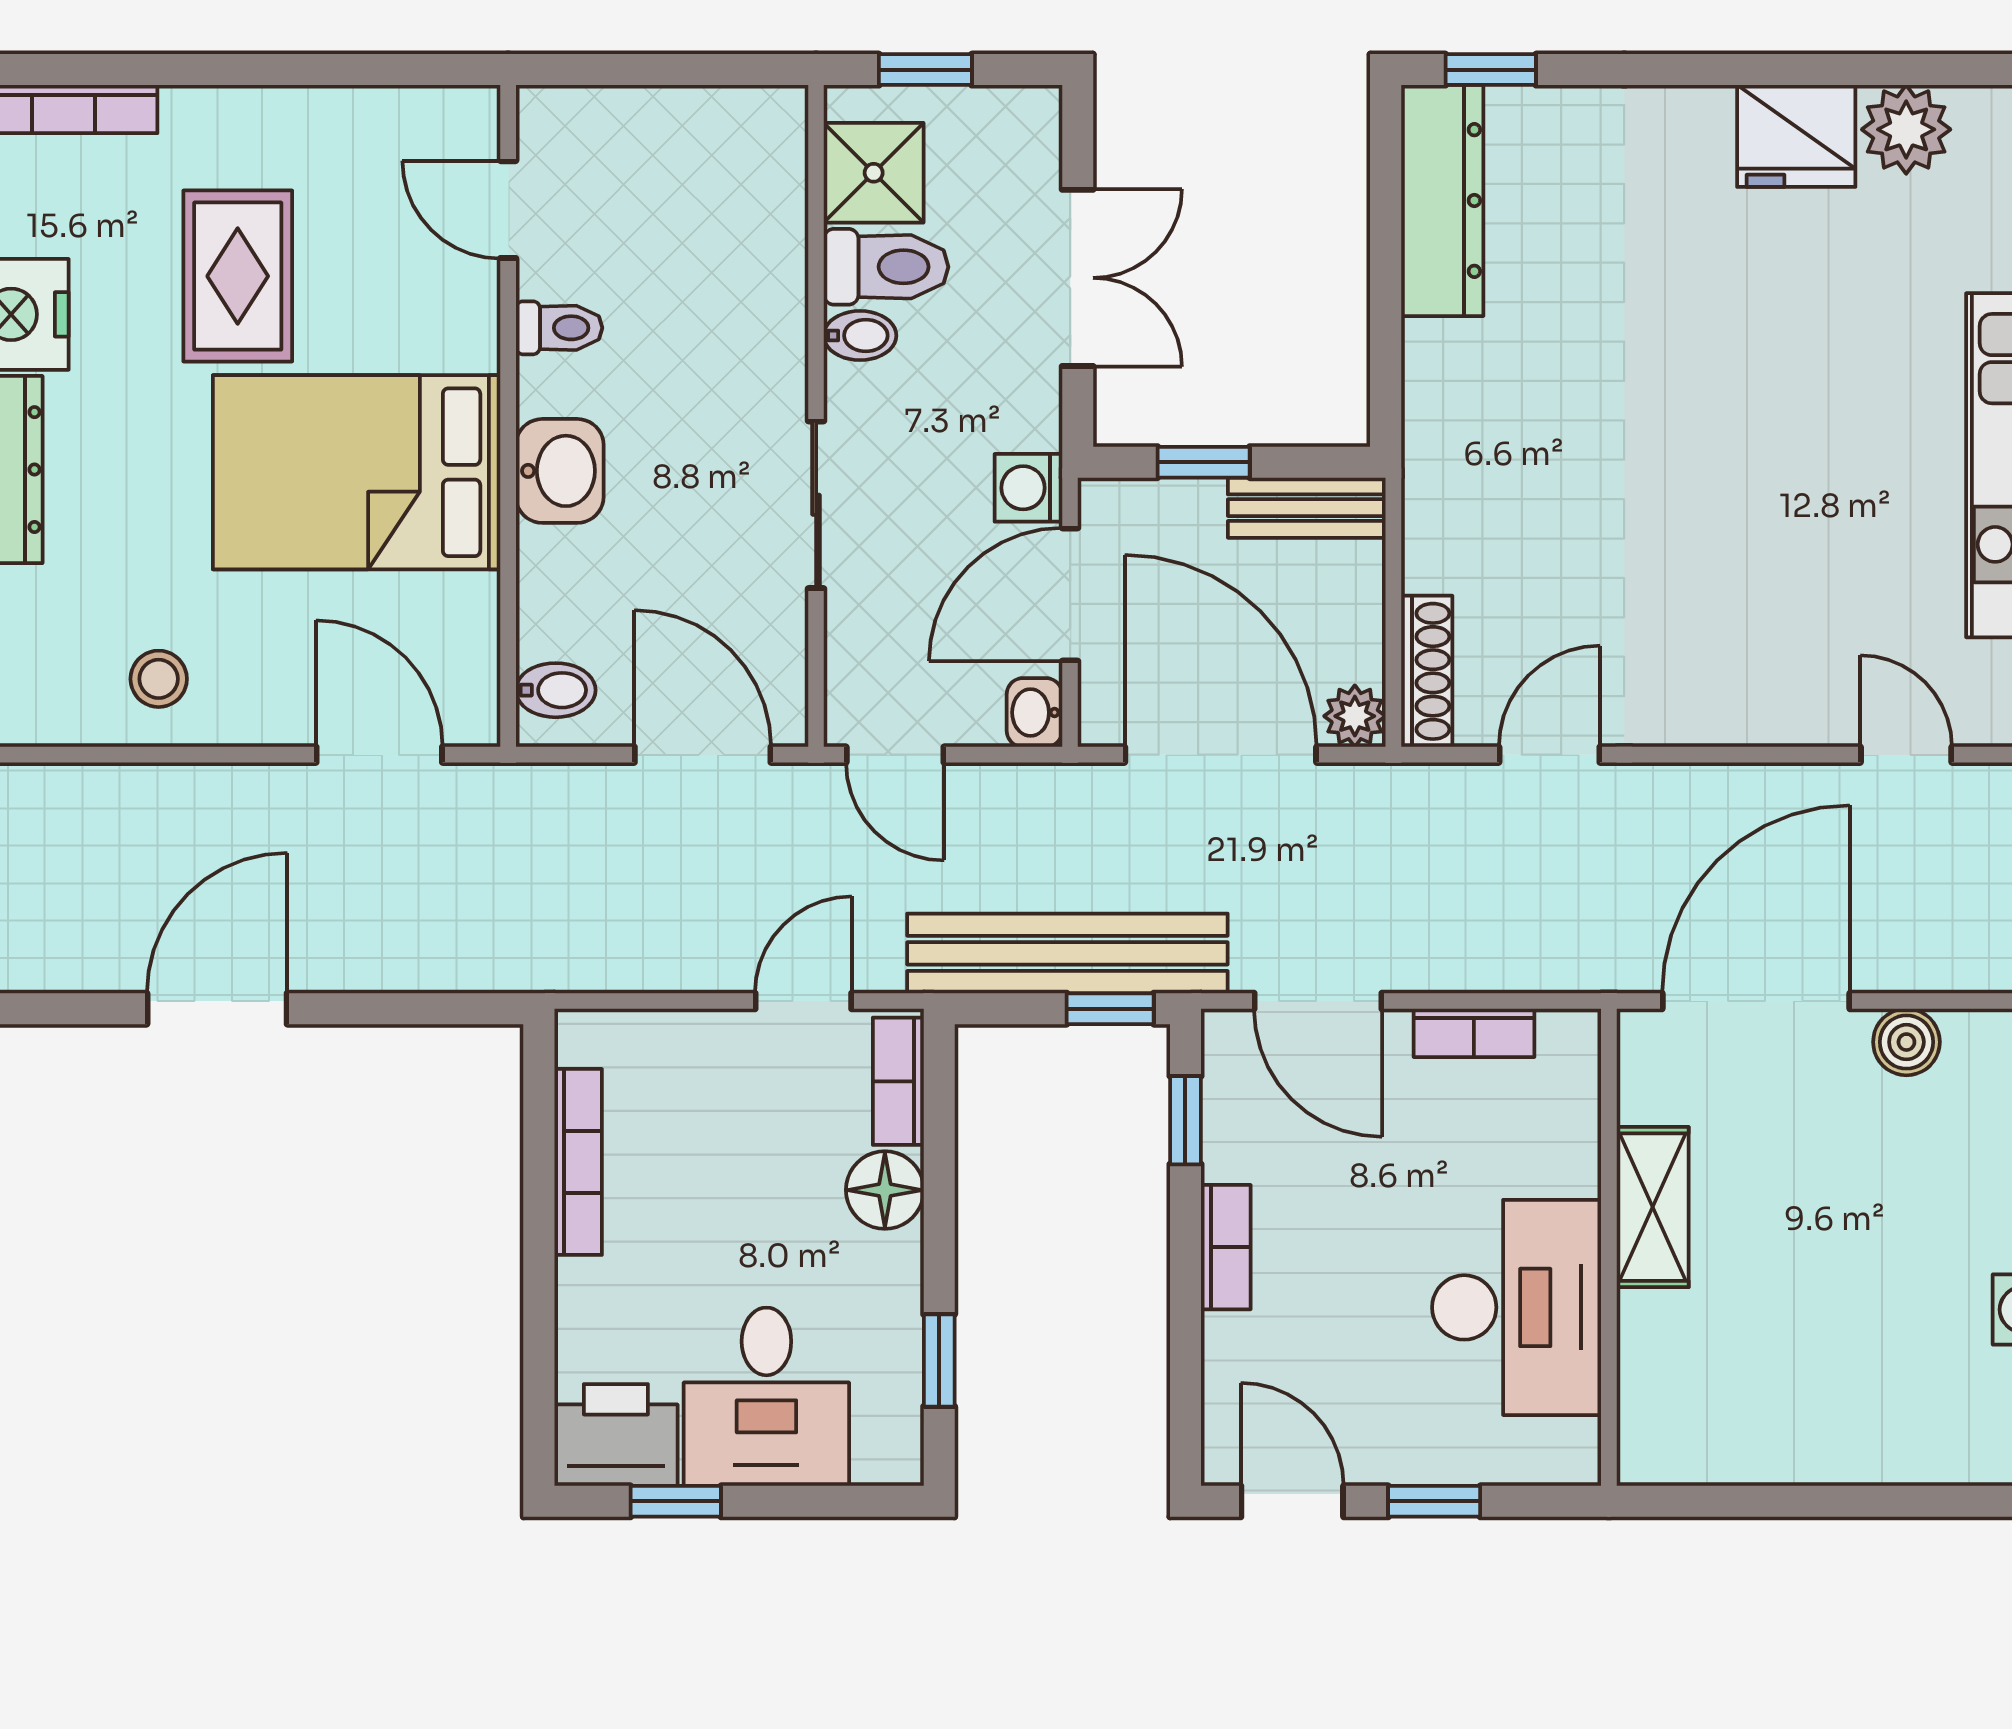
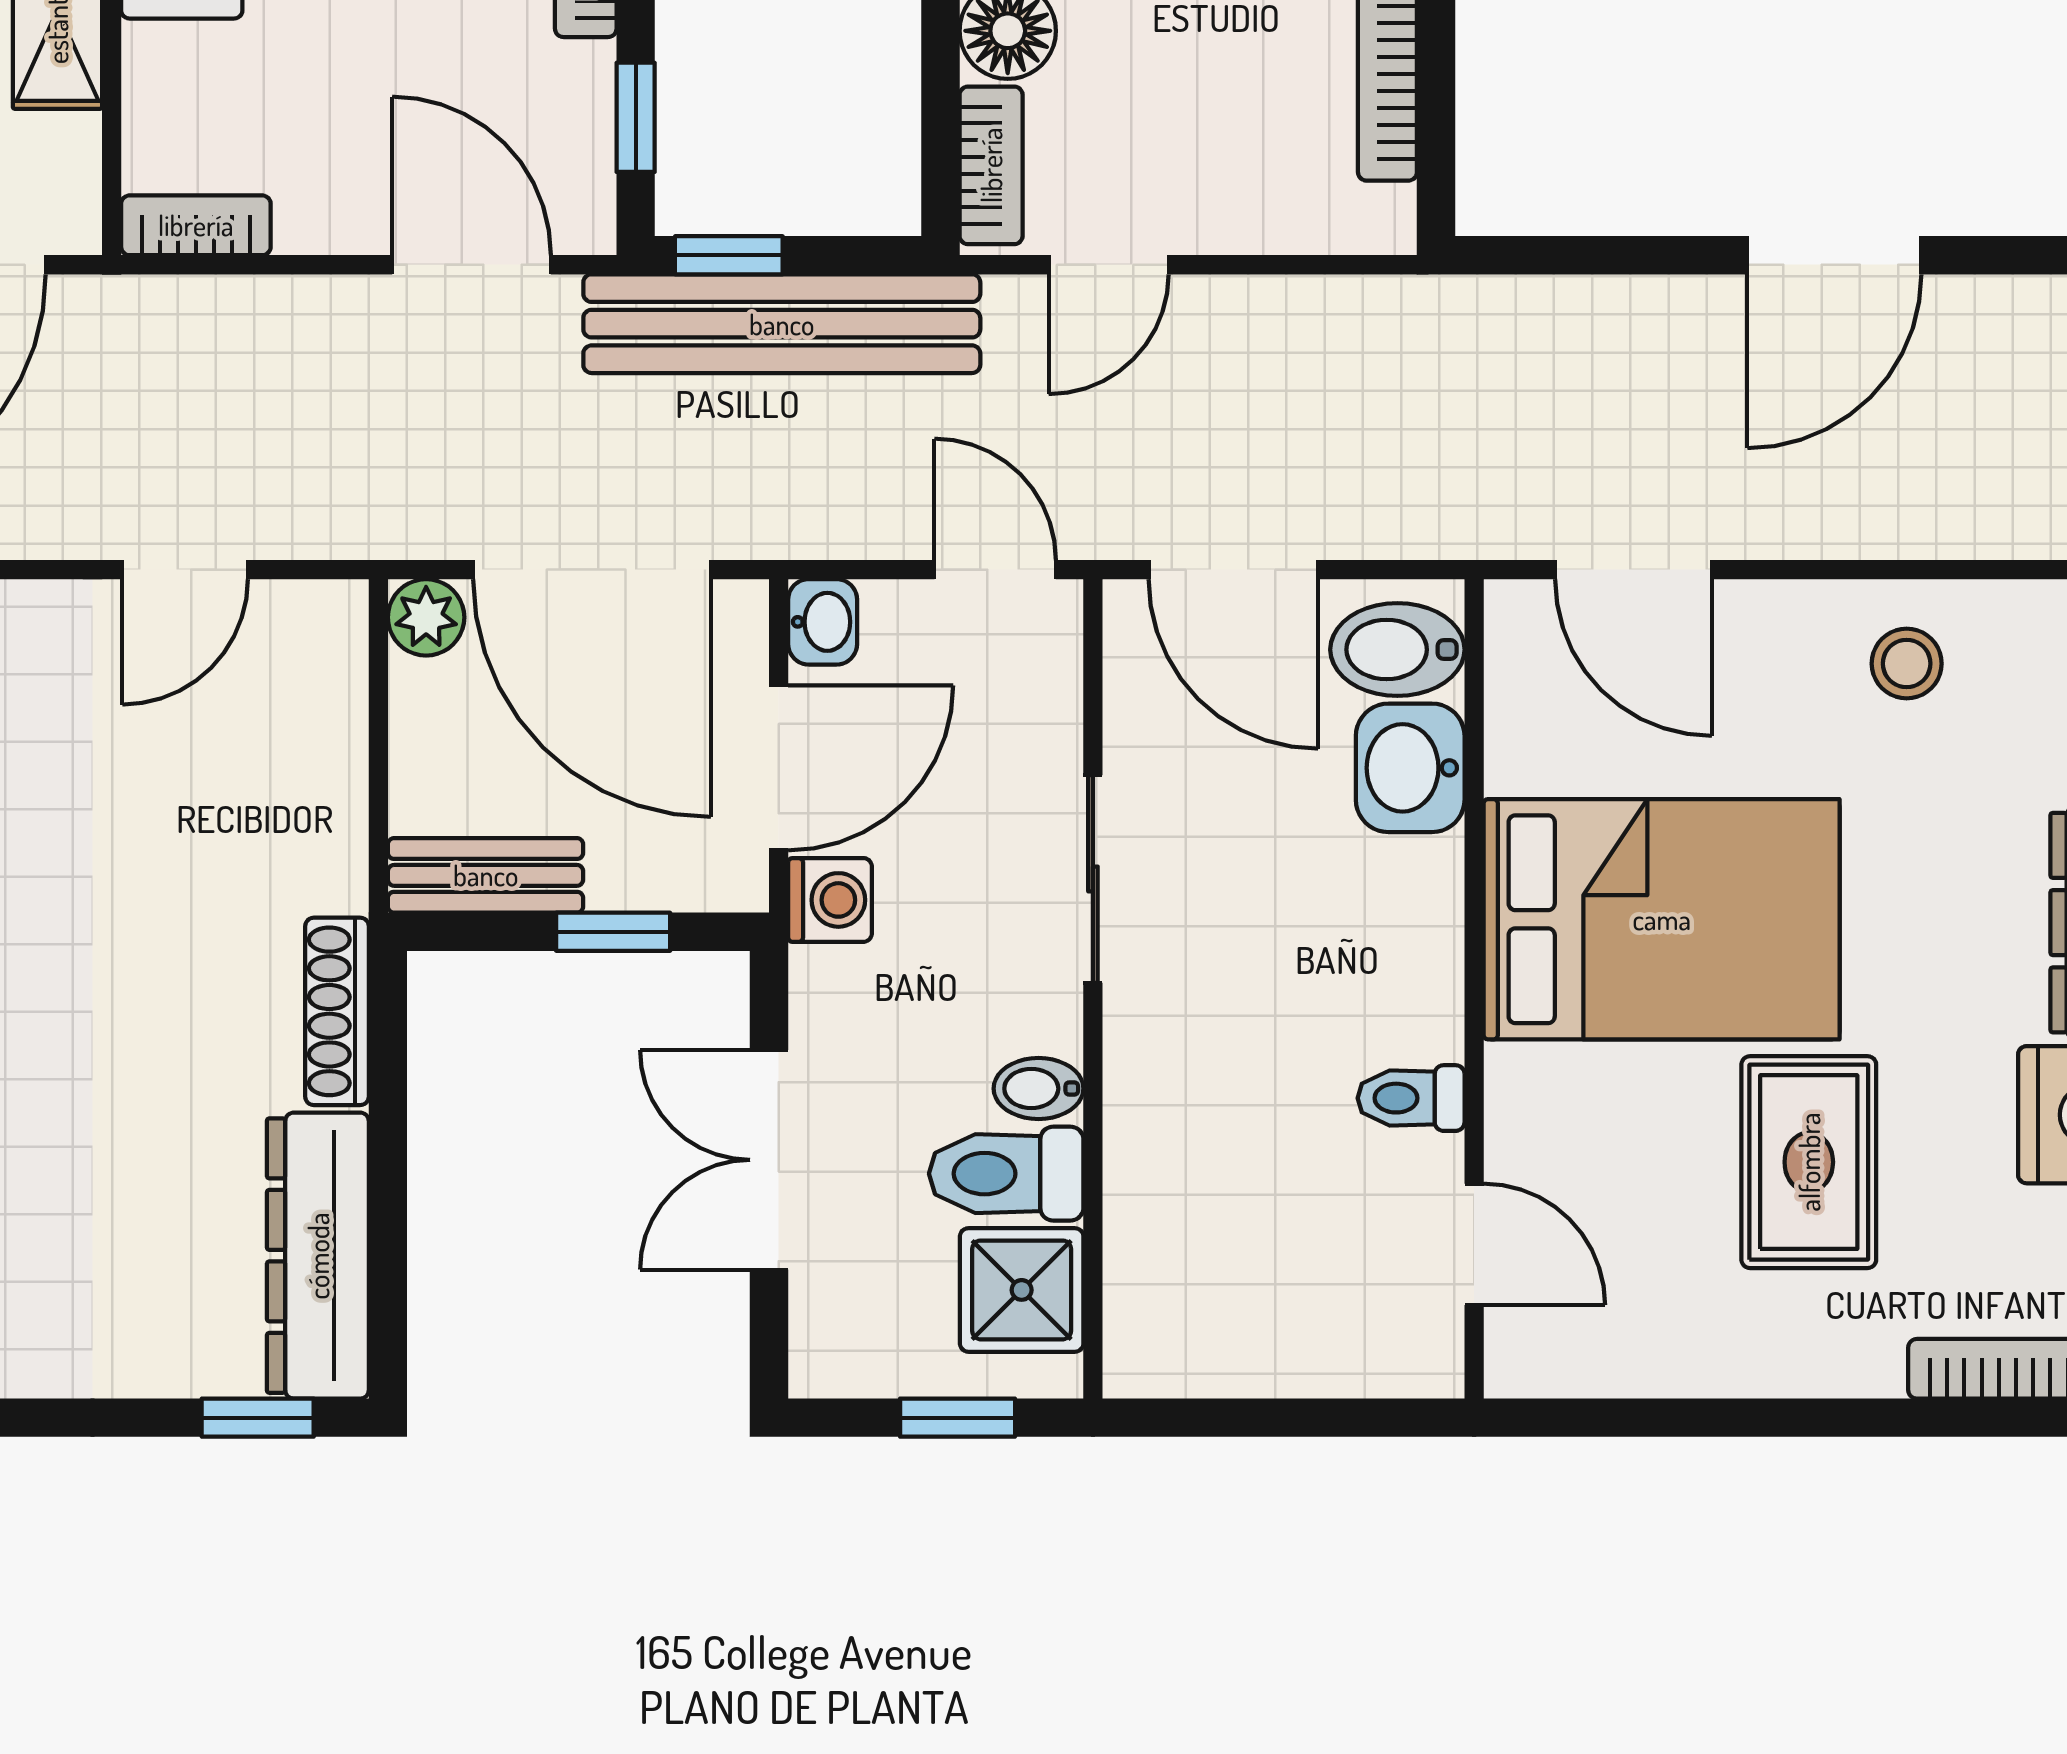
washbasin: (560, 471) -> (1410, 768), moved
shoe rack: (1427, 671) -> (337, 1011), moved
bidet: (556, 690) -> (1397, 650), width x1.38, depth x1.36
bookcase: (1474, 1033) -> (196, 225), moved

